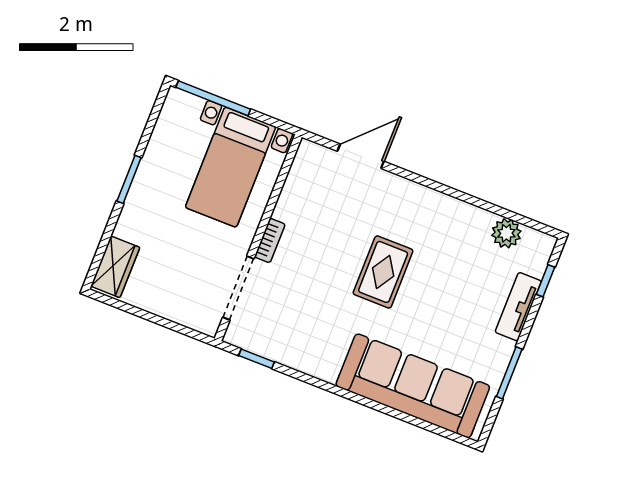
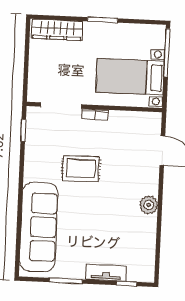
plant: (506, 233) -> (149, 205), moved
wardrobe: (115, 267) -> (57, 30), width x1.50
rug: (383, 272) -> (81, 168), moved

